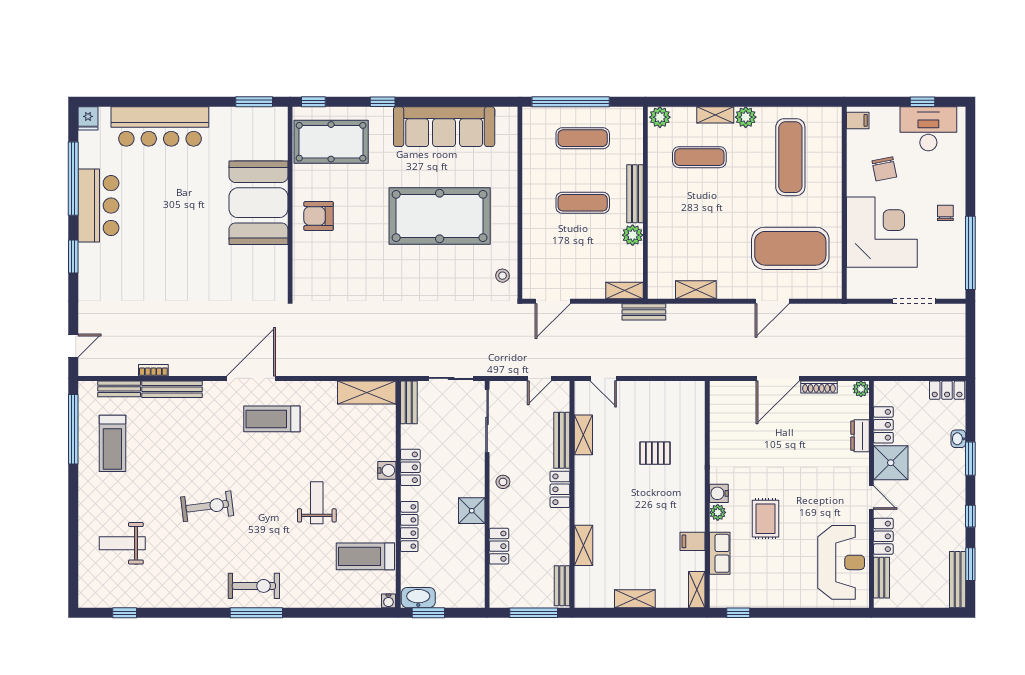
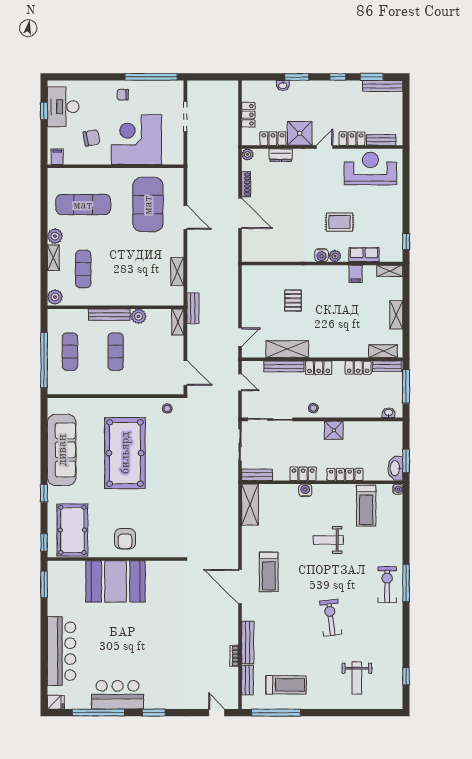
locker: (947, 390) -> (248, 115), moved
shelving: (583, 435) -> (287, 349), width x1.50, depth x1.33
shelving: (583, 545) -> (383, 351), moved
locker: (499, 546) -> (358, 368), moved, turned 180
washbasin: (496, 588) -> (389, 413), added

